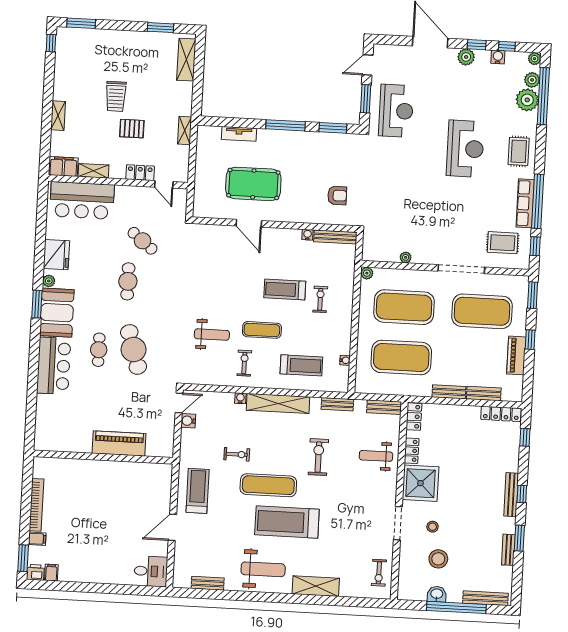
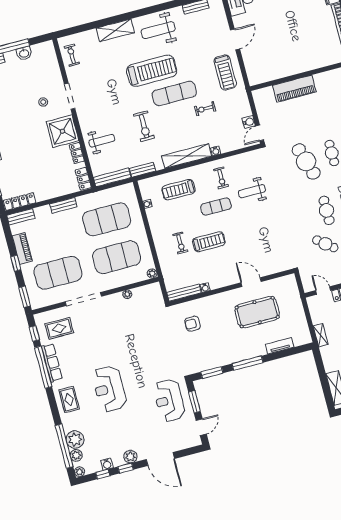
bench: (484, 394) -> (21, 217), moved
bench: (384, 407) -> (112, 177), width x1.36
stool: (438, 559) -> (31, 80), removed

